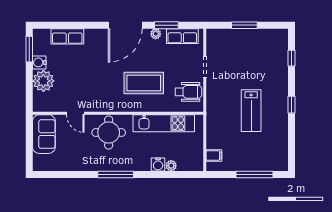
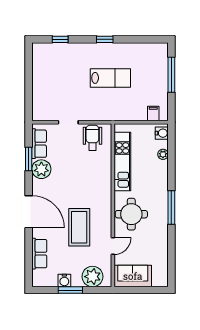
door: (125, 25) -> (29, 212), moved
window: (244, 25) -> (29, 84), removed
plant: (156, 34) -> (41, 169), width x1.88, depth x1.88
window: (29, 49) -> (70, 290), moved
plant: (43, 81) -> (92, 277), moved
coffee table: (144, 83) -> (79, 227), moved
water cooler: (158, 164) -> (162, 133), moved

